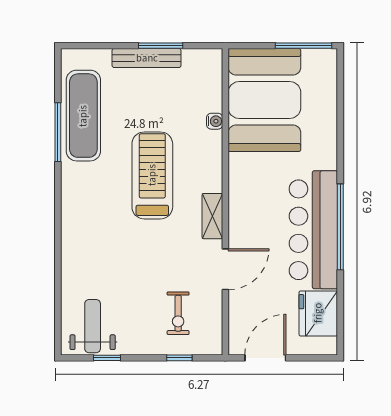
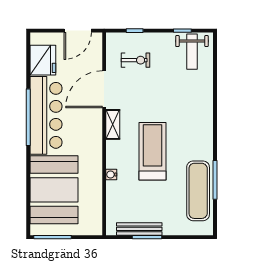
bench: (147, 58) -> (139, 229), moved
booth: (264, 100) -> (54, 190), moved
water cooler: (215, 121) -> (111, 174), moved
treadmill: (152, 175) -> (153, 151), turned 180
door: (225, 269) -> (104, 89), width x1.36
exercise bike: (178, 313) -> (135, 60), turned 90

